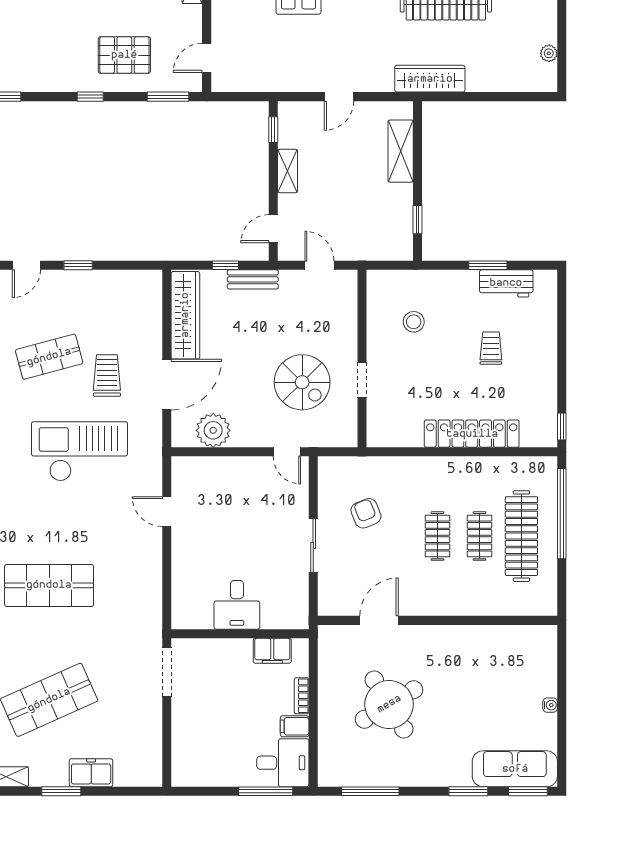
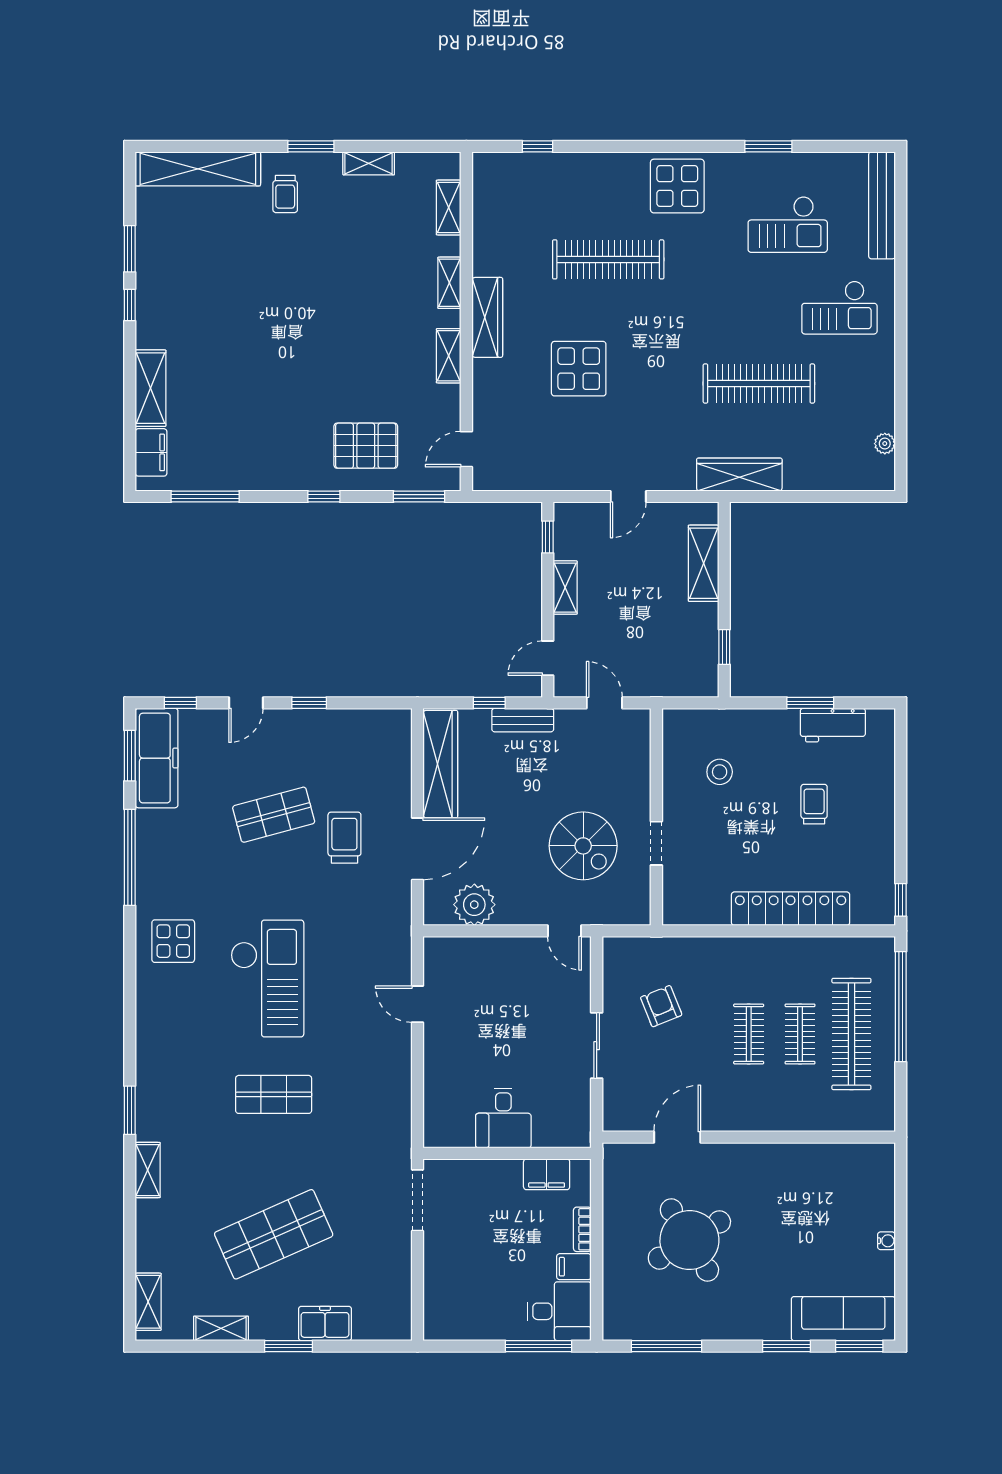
checkout: (79, 451) -> (267, 978), moved, turned 90
shop shelf: (49, 585) -> (274, 1094), width x0.70, depth x0.74

